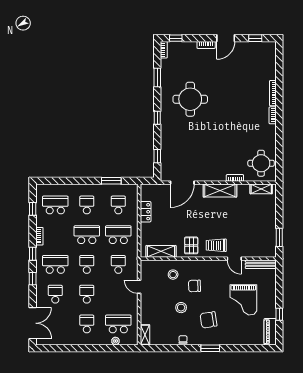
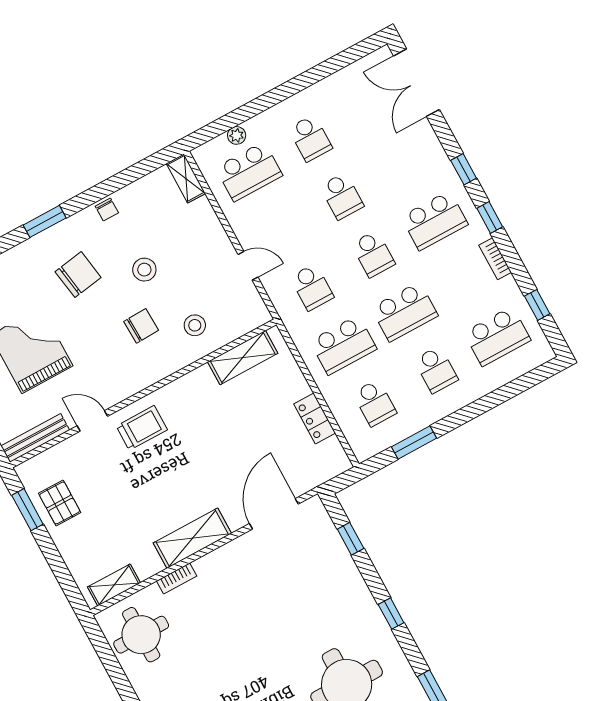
pallet: (191, 245) -> (60, 503), moved
school desk: (55, 294) -> (403, 163), removed

